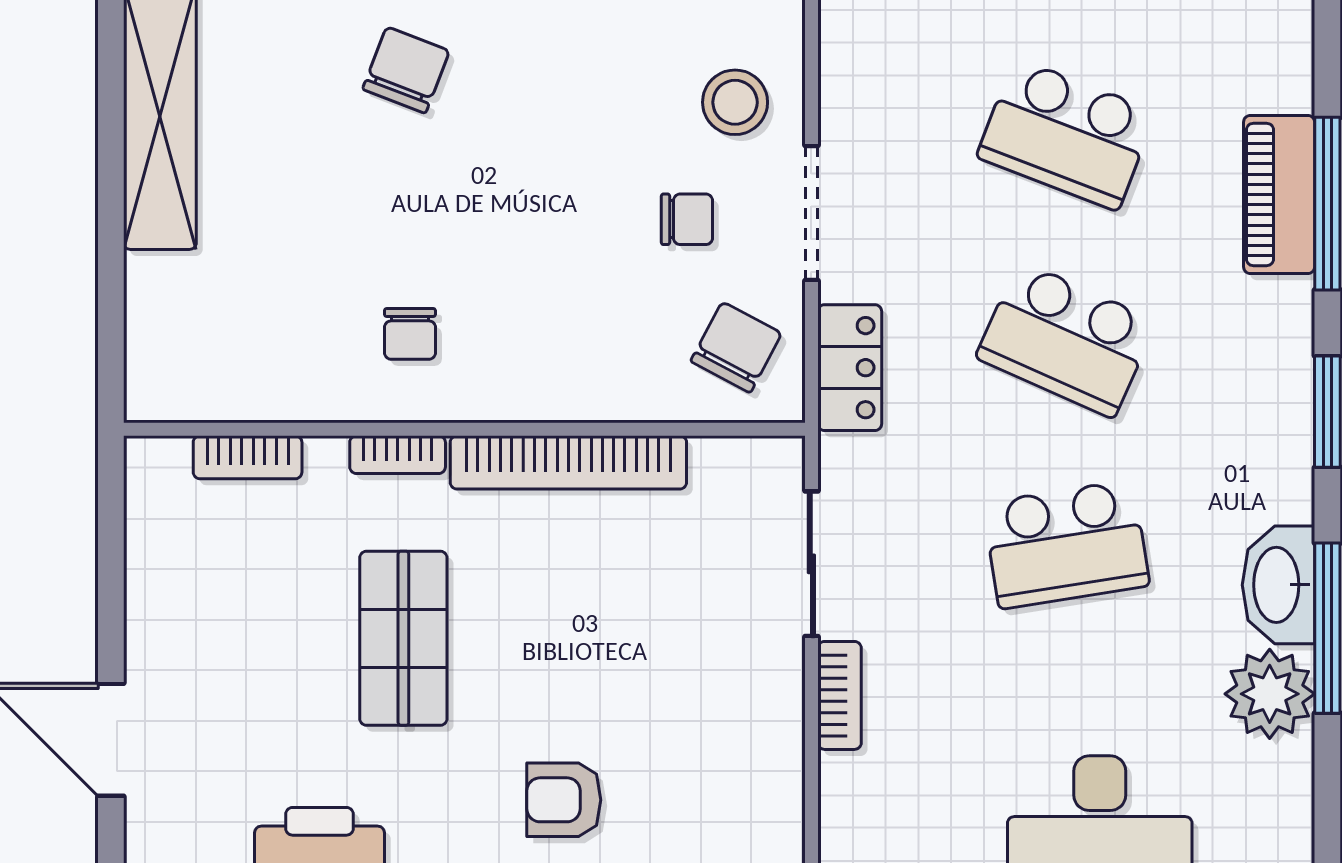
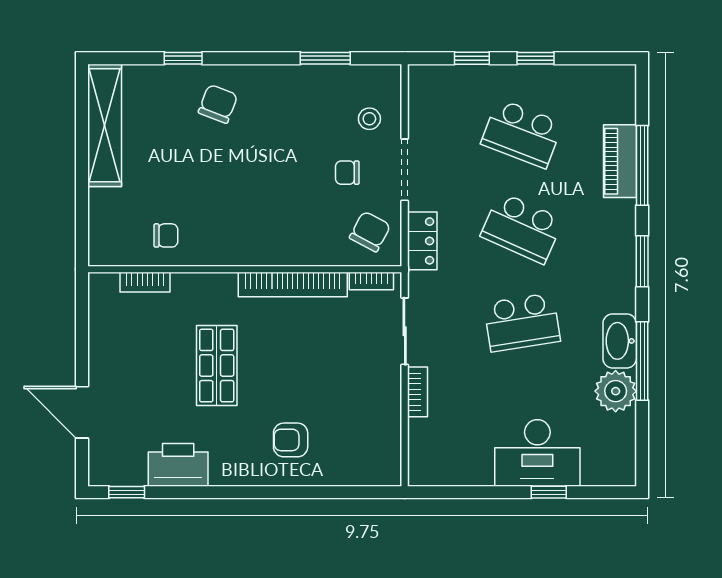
stool: (735, 102) -> (369, 119), width x0.73, depth x0.73
chair: (687, 219) -> (347, 173), turned 180
chair: (410, 334) -> (166, 235), moved, turned -90
bookcase: (398, 455) -> (371, 281), moved

